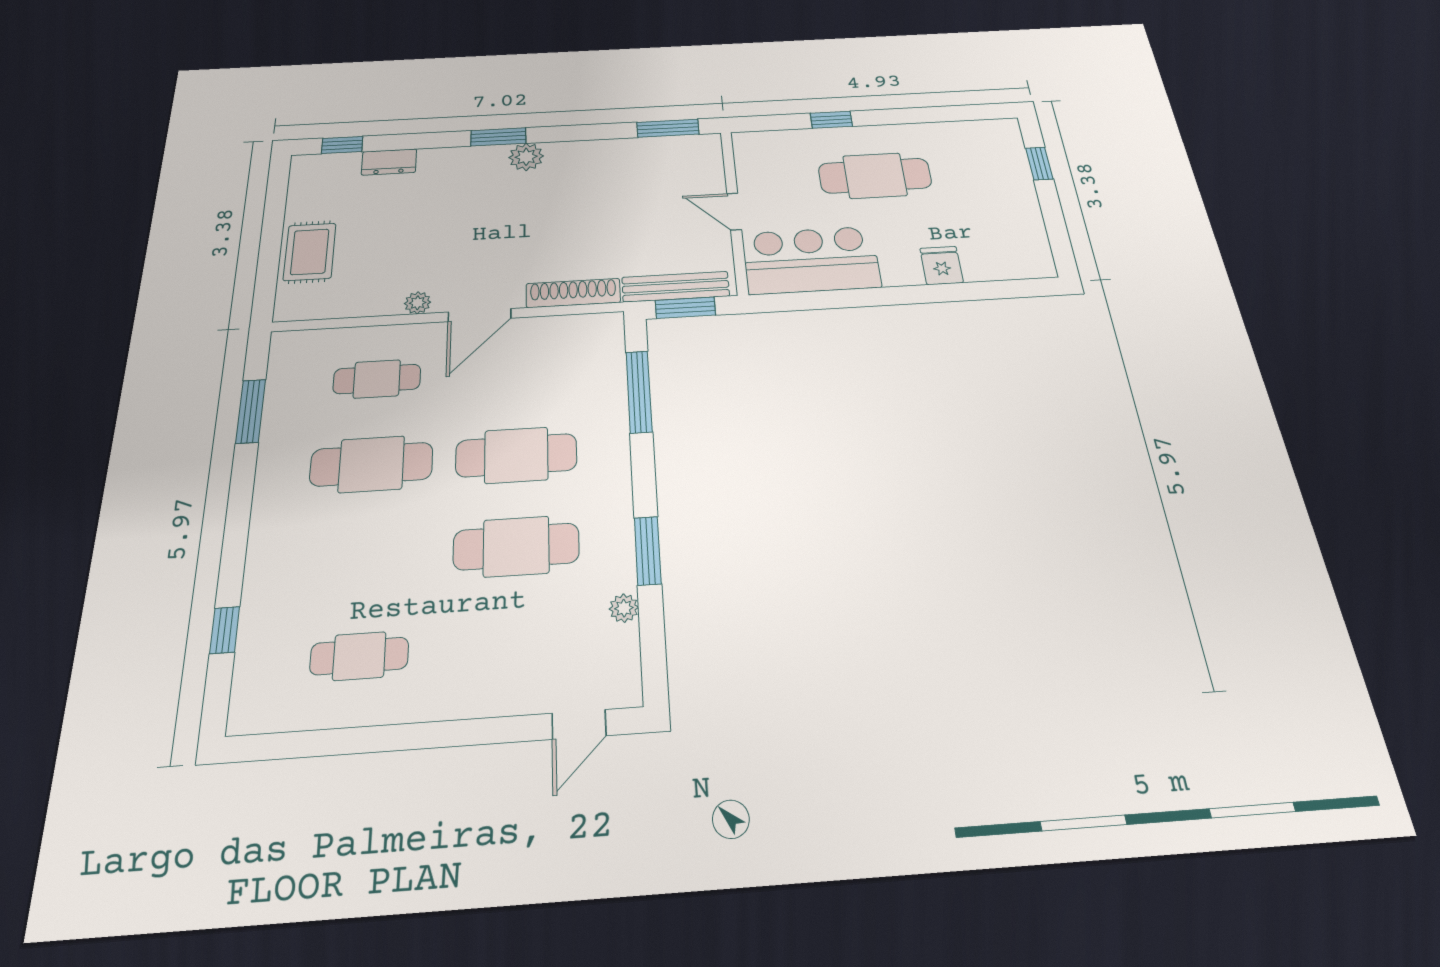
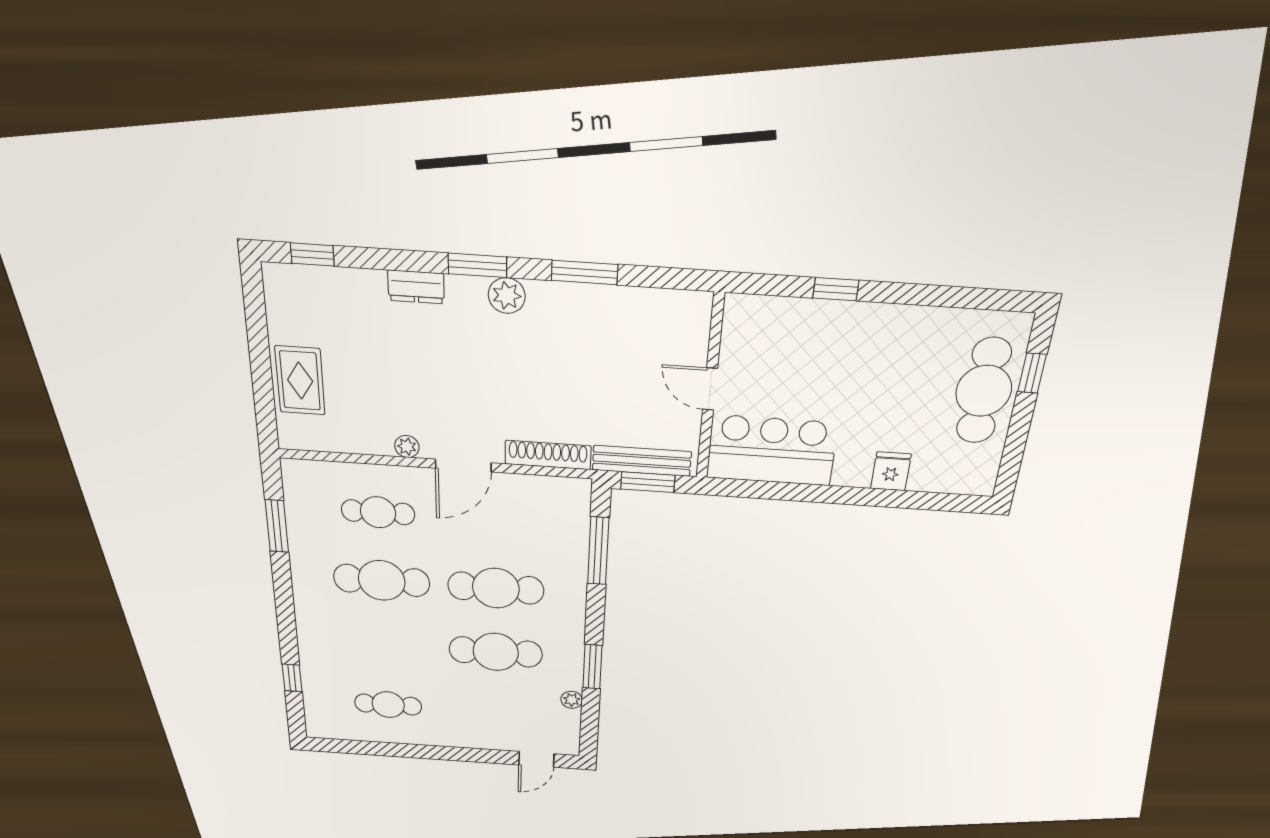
window: (668, 128) -> (585, 272), moved
dresser: (389, 162) -> (416, 287), moved
cafe table: (875, 176) -> (984, 391), moved, turned 90

